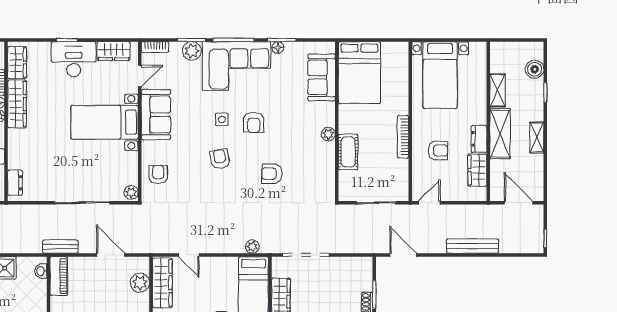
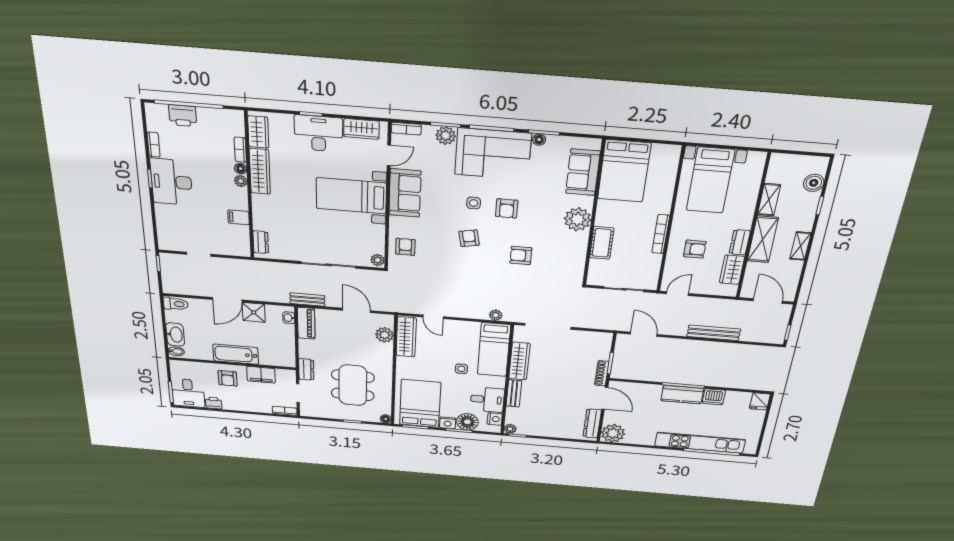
plant: (328, 134) -> (578, 219), width x1.88, depth x1.88

